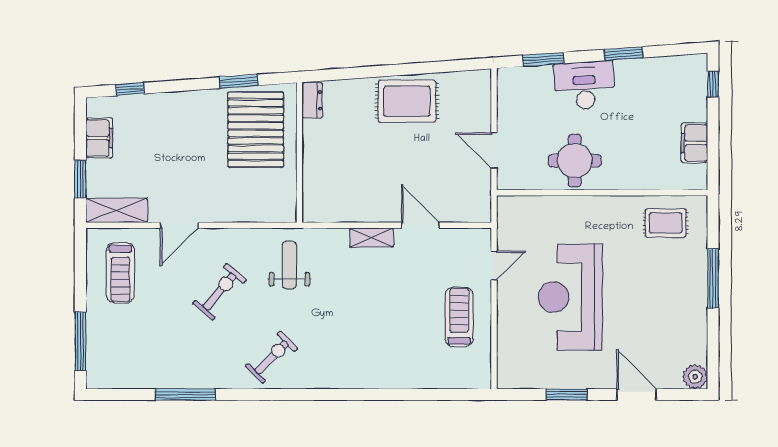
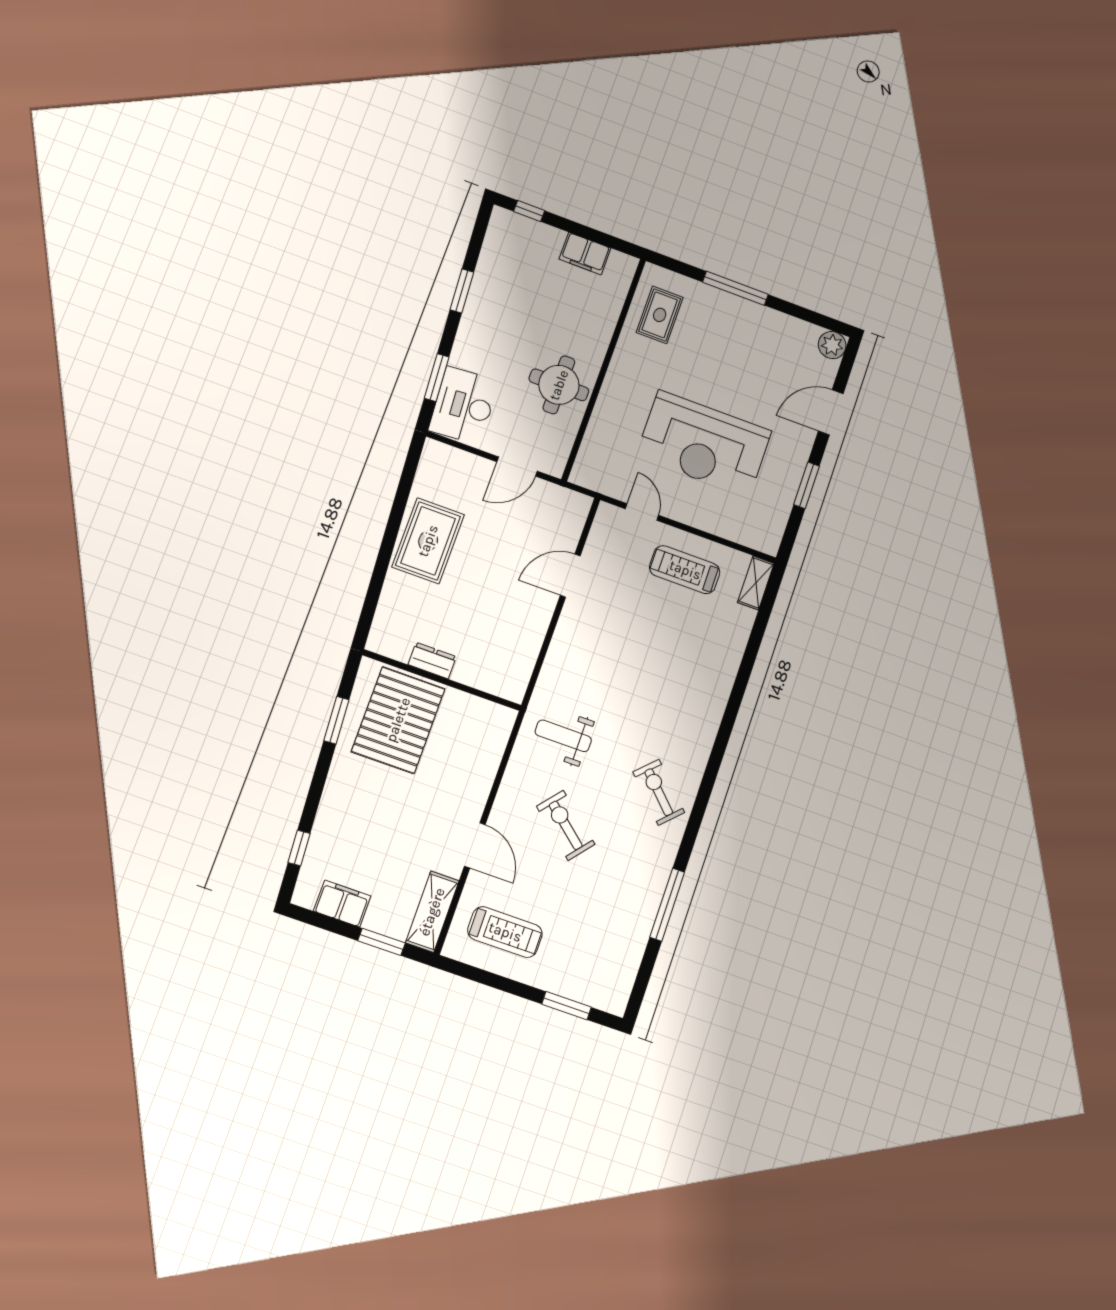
desk: (585, 85) -> (464, 405), moved
dresser: (312, 100) -> (432, 661), moved
pallet: (256, 130) -> (398, 720), turned 90
shelving: (371, 238) -> (756, 583), moved
window: (80, 341) -> (567, 1006), width x0.69

